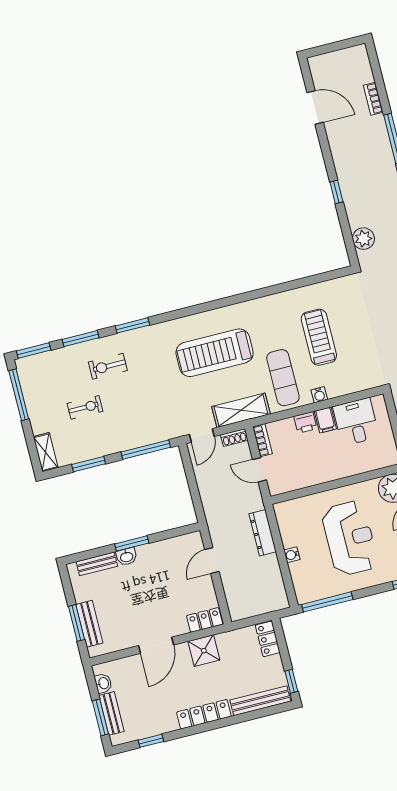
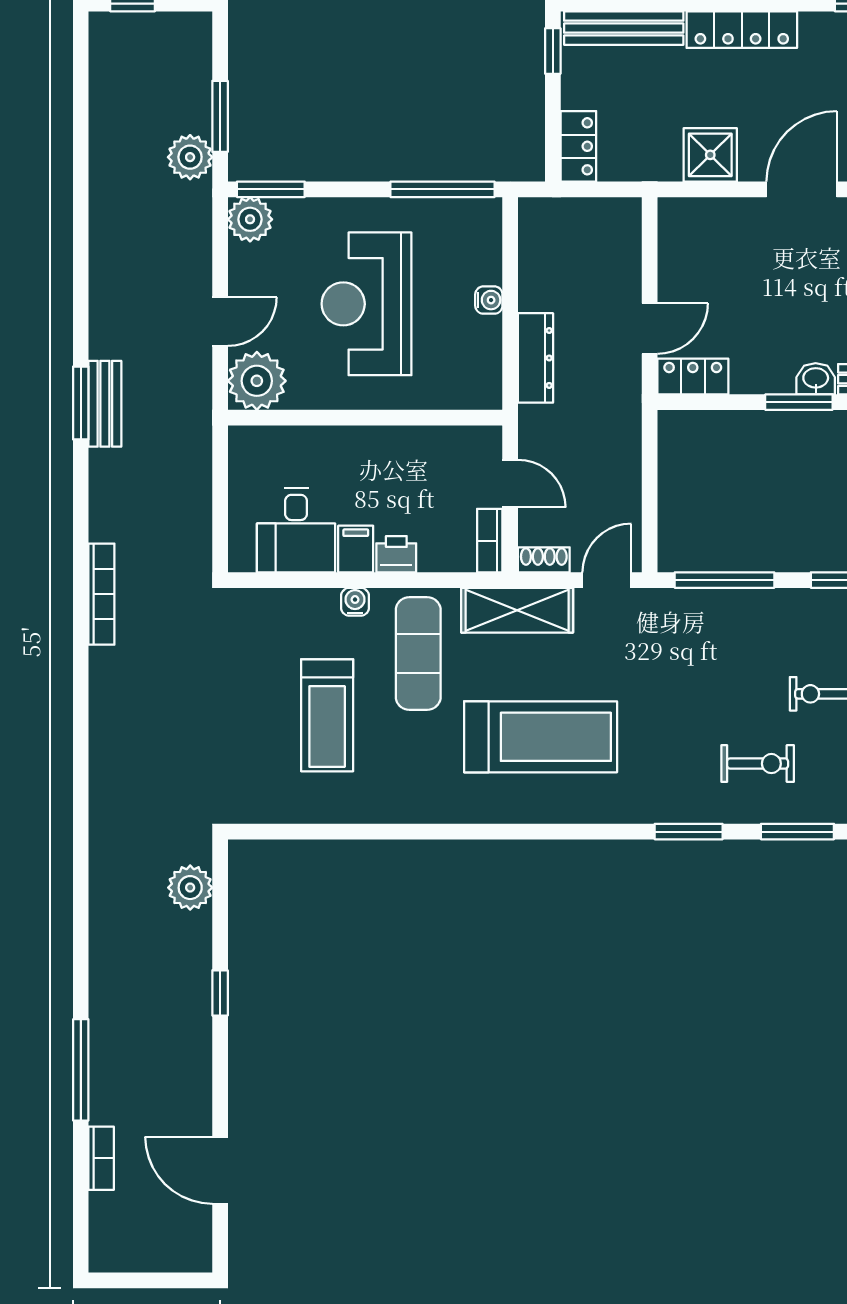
locker: (205, 620) -> (693, 376), moved, turned 180

